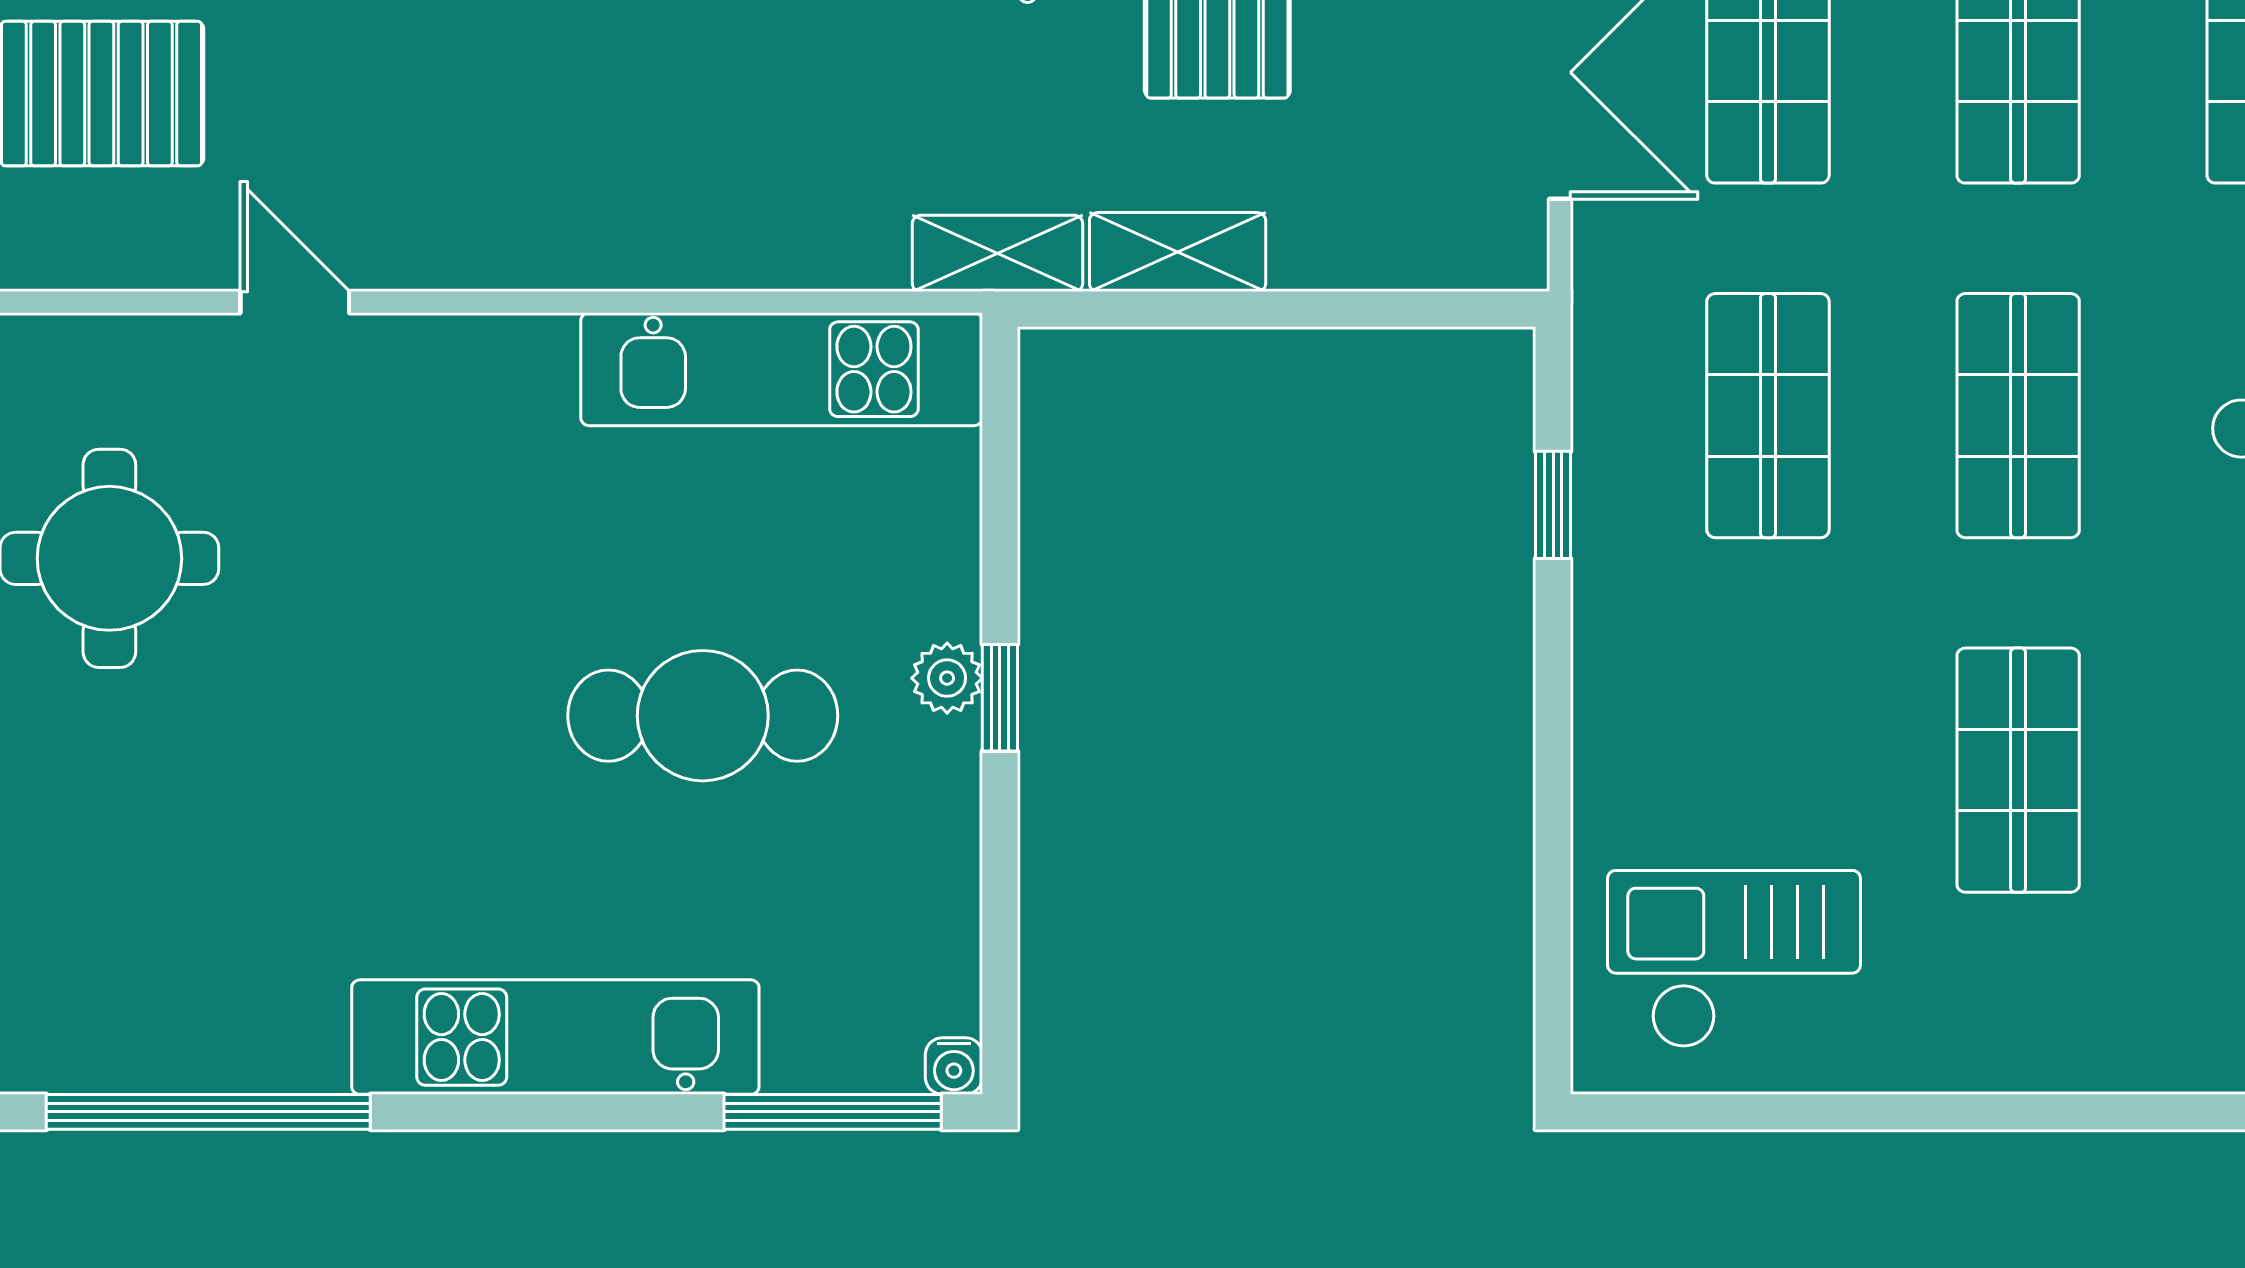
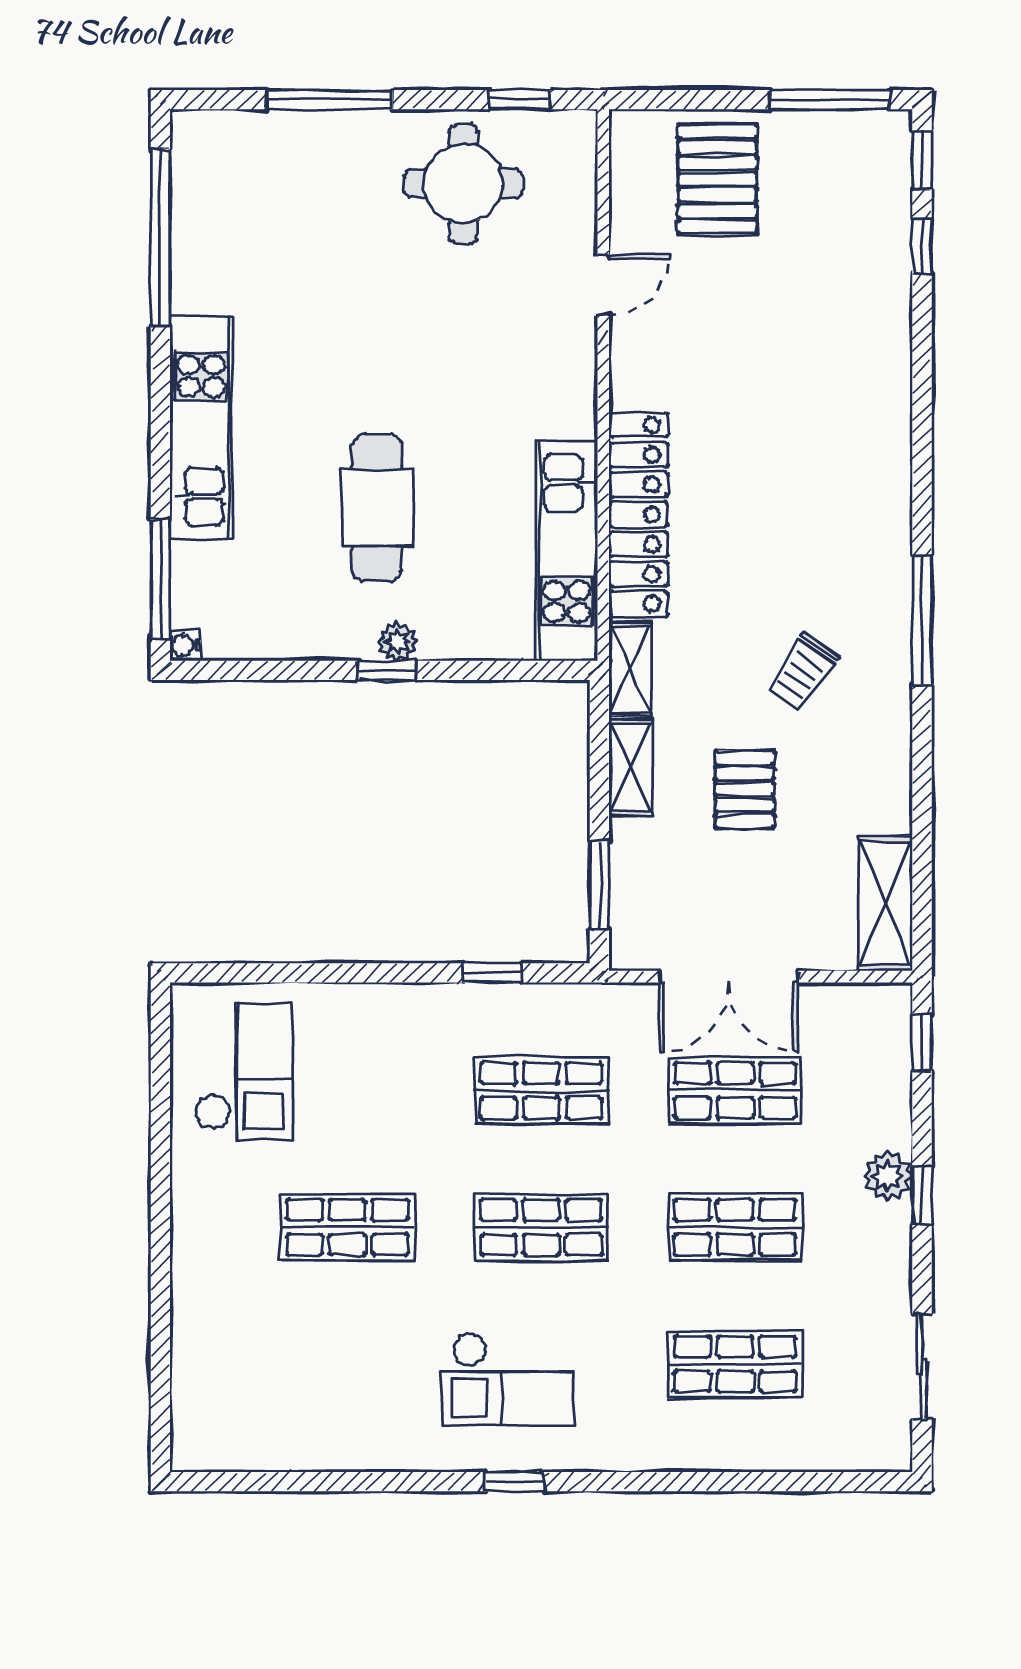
locker: (715, 238) -> (638, 514), added
window: (1393, 309) -> (599, 885), added

